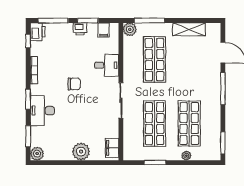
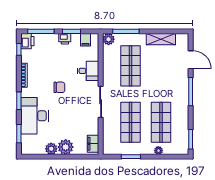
desk: (42, 111) -> (35, 116), width x1.36, depth x1.30
plant: (37, 154) -> (51, 149), moved

